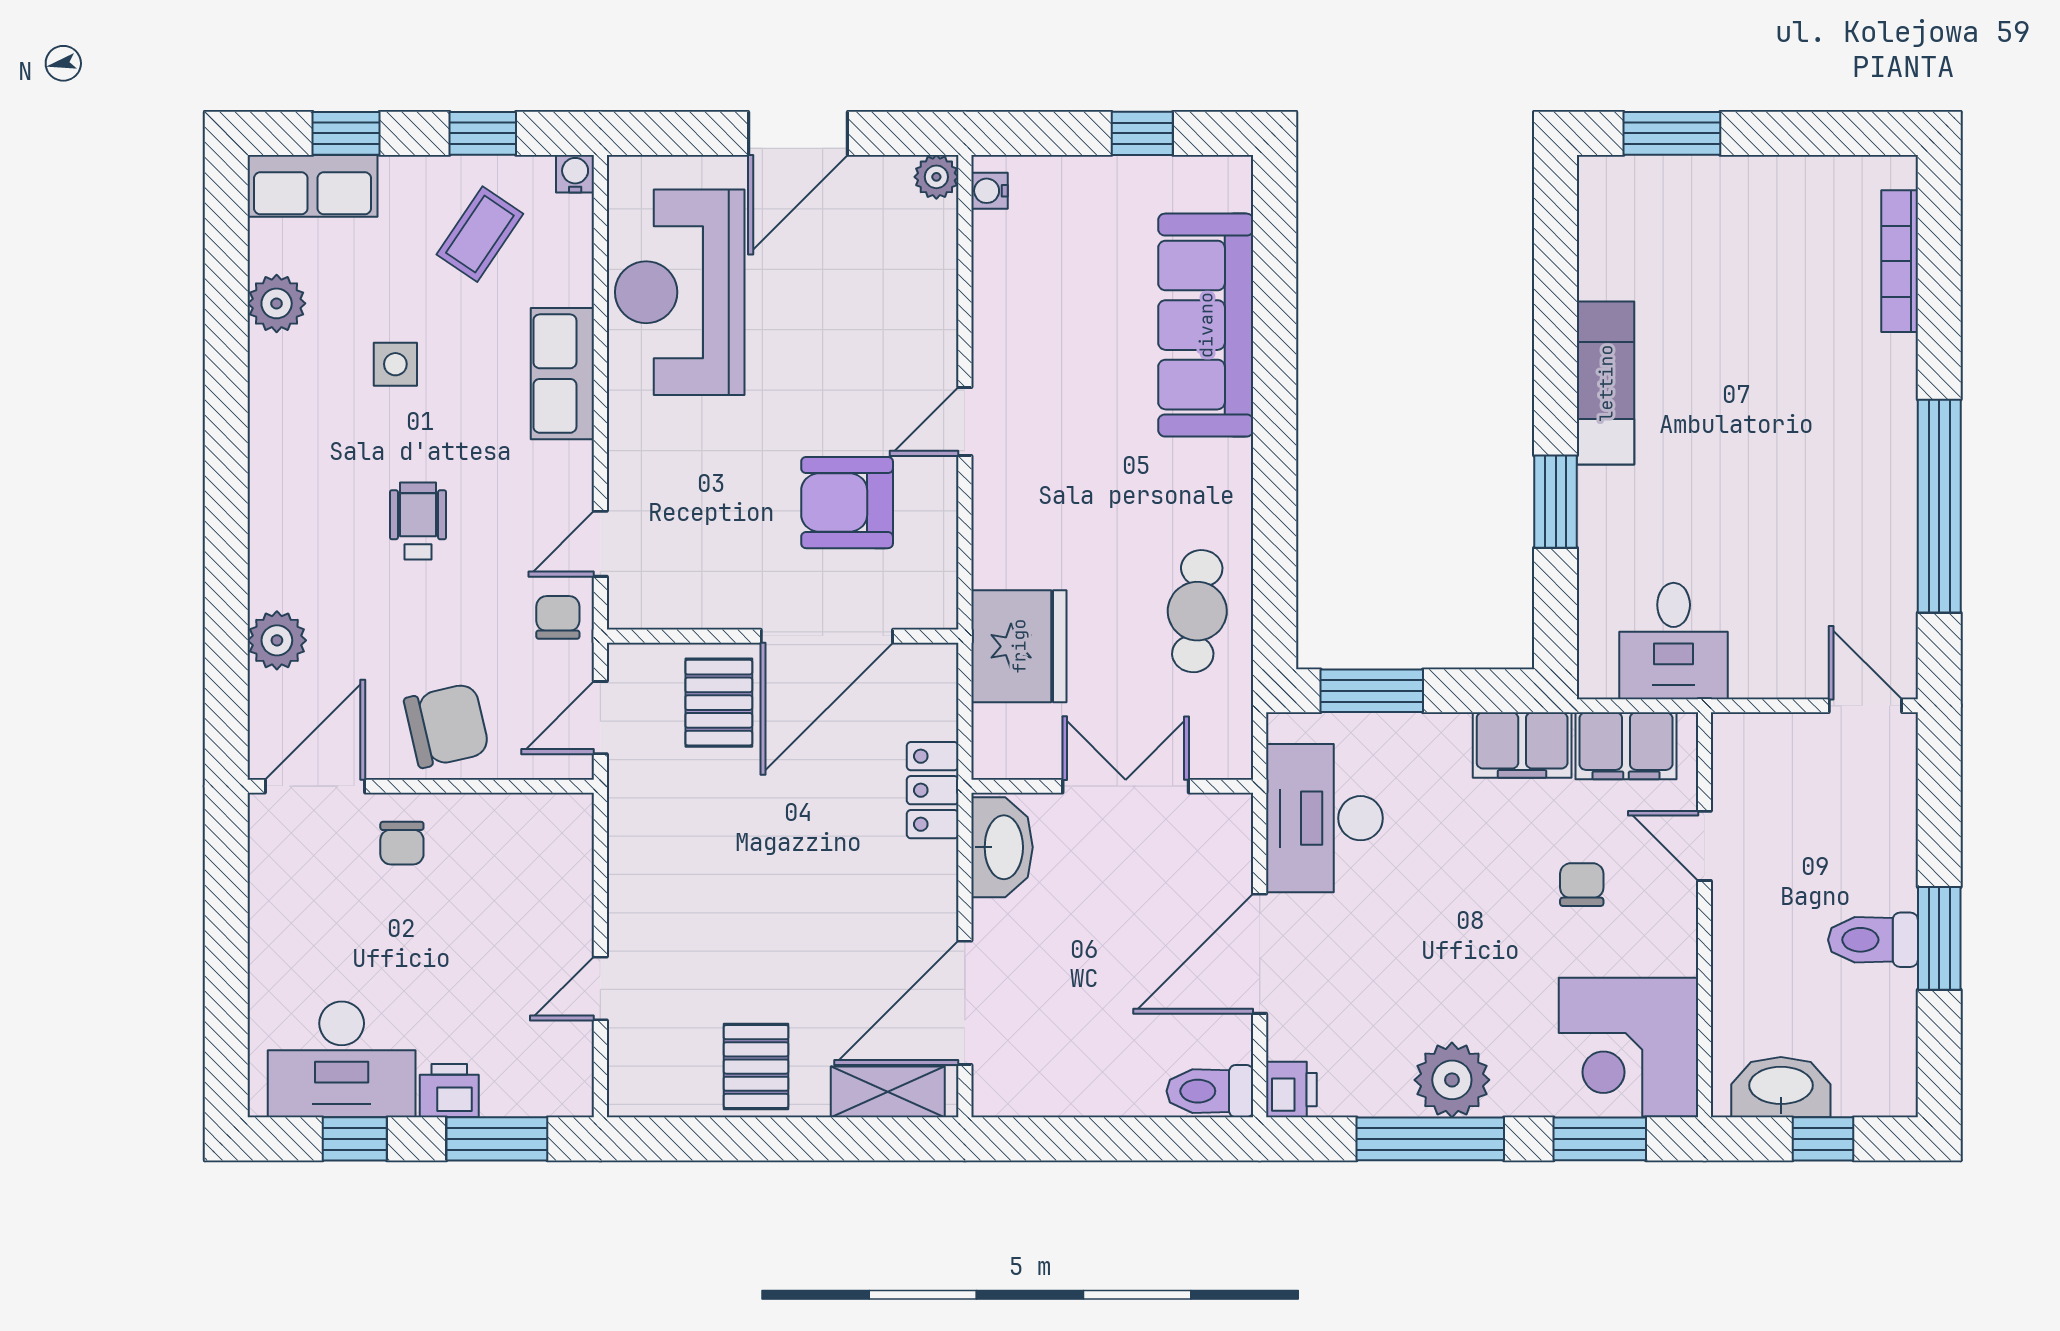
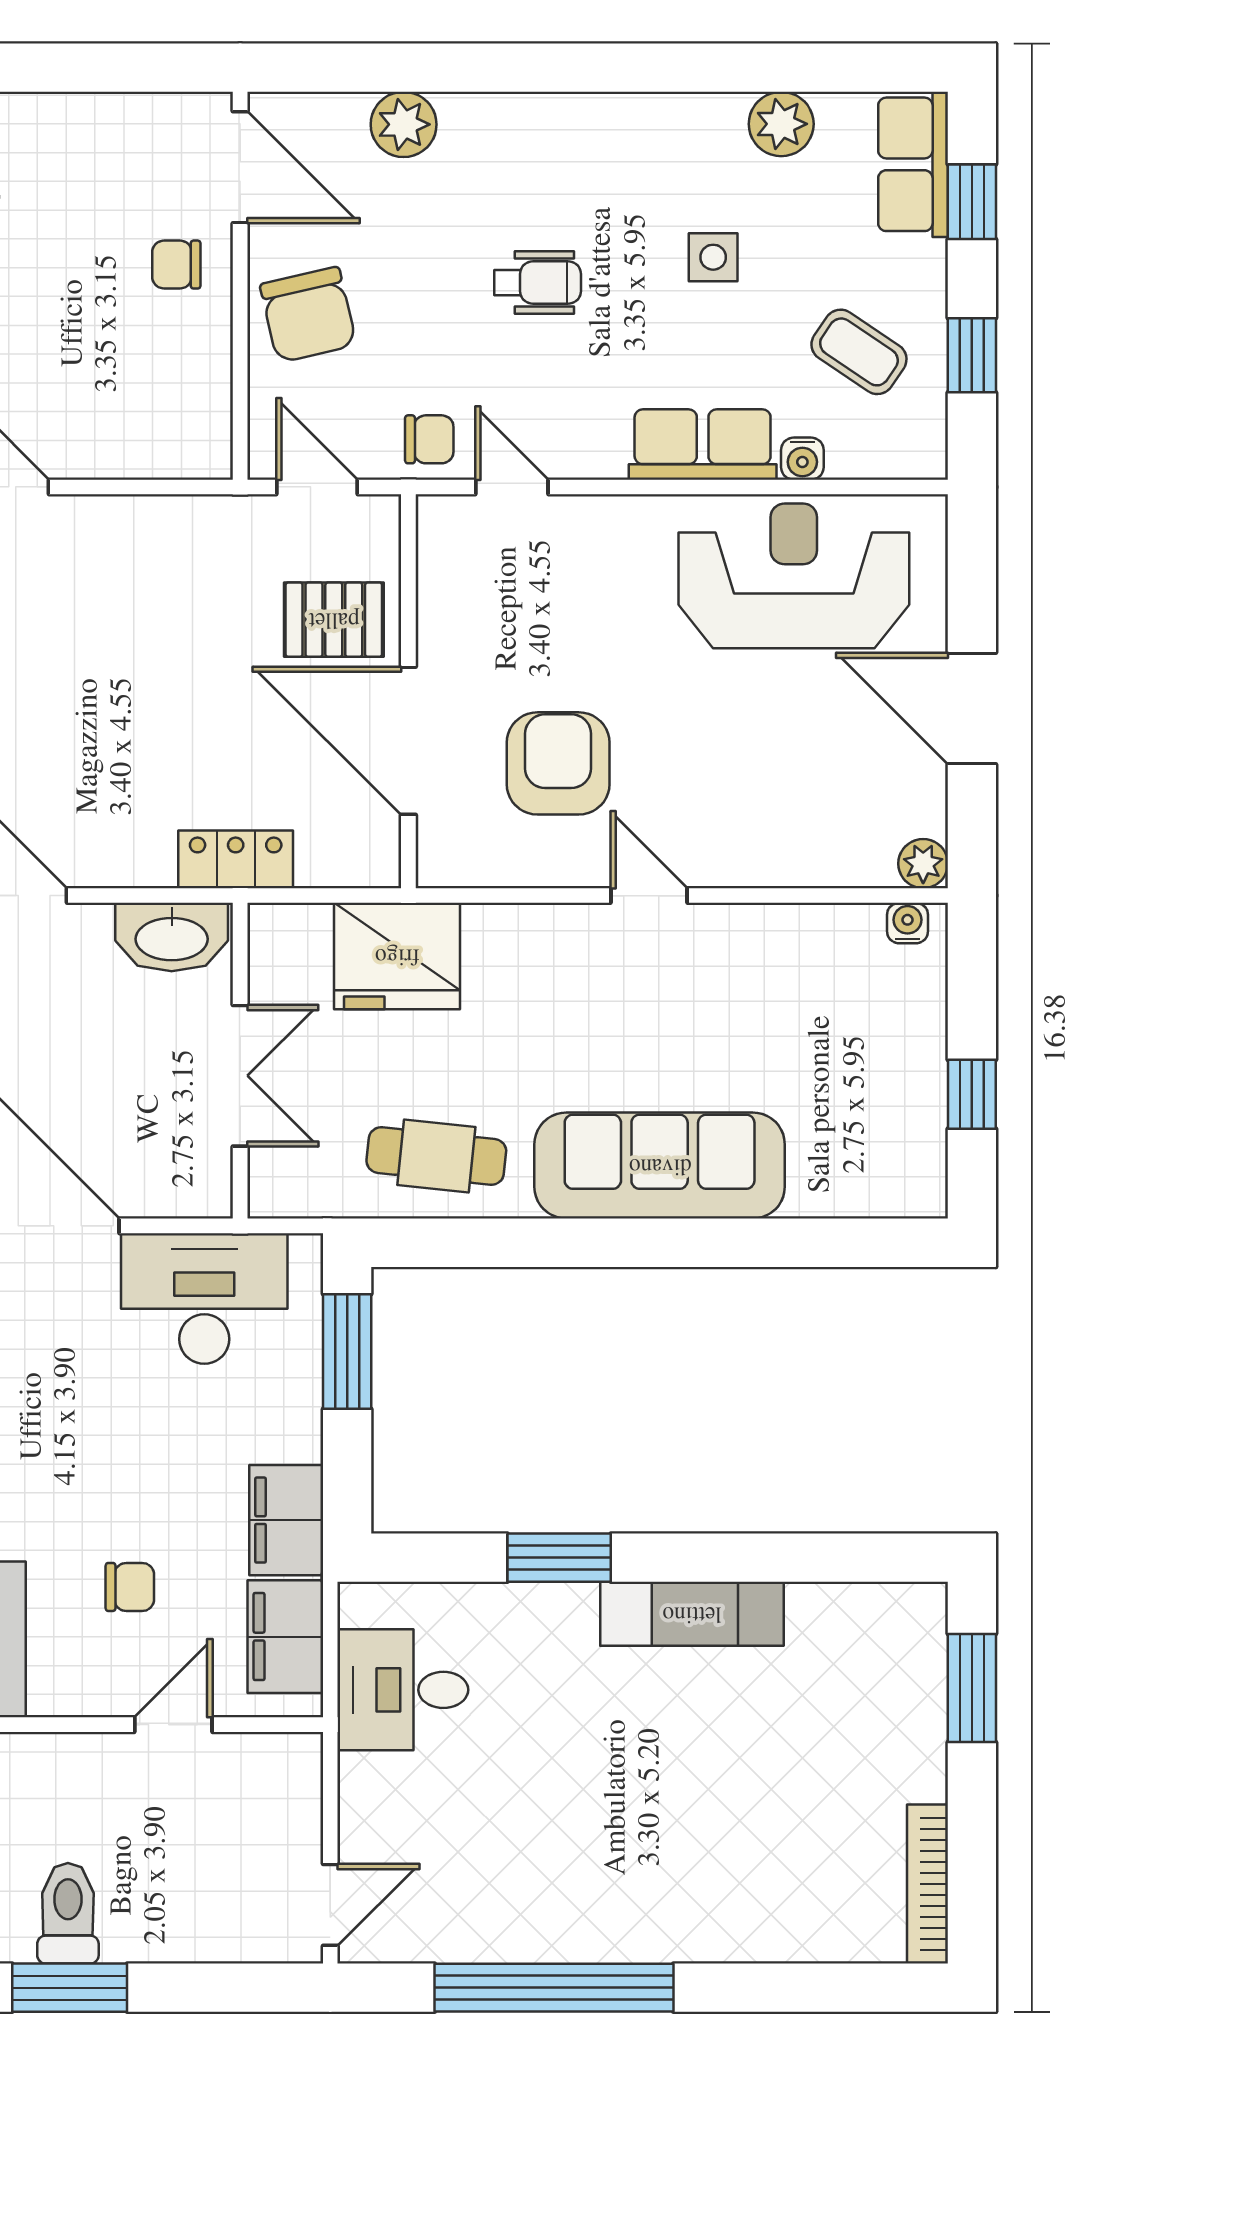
water cooler: (575, 174) -> (802, 459), moved, turned 90
bookcase: (1900, 261) -> (927, 1884), moved, turned -90
sofa: (1206, 325) -> (660, 1166), moved

